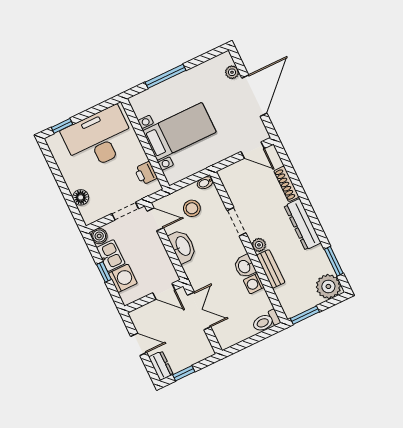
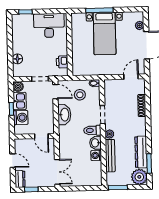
bed with nightstands: (179, 131) -> (105, 34), moved, turned 90
desk: (99, 139) -> (49, 25), width x0.73, depth x0.77
door: (253, 150) -> (131, 77), swing flipped
dresser: (303, 224) -> (141, 152), moved
bench: (271, 269) -> (110, 156), width x1.36
double door: (199, 311) -> (57, 172), moved
toilet: (266, 321) -> (92, 130), moved

